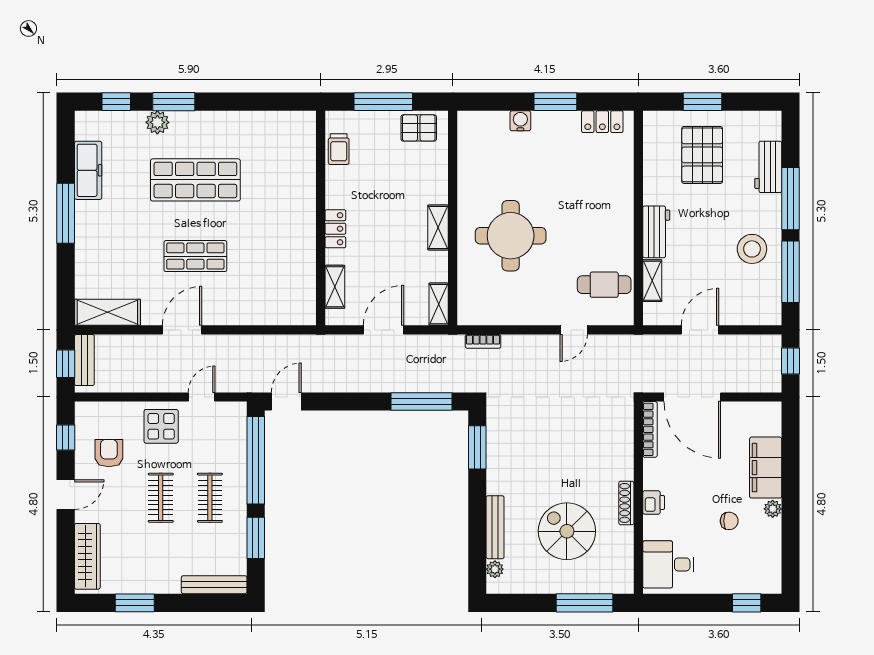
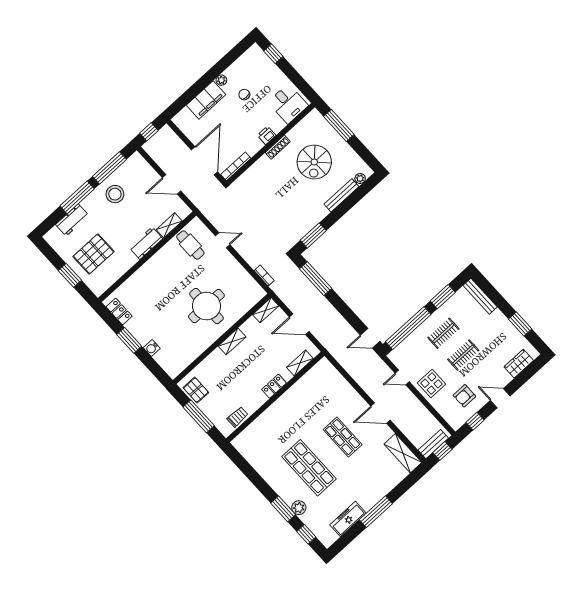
wardrobe: (87, 556) -> (519, 364), width x0.67

